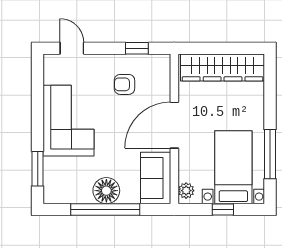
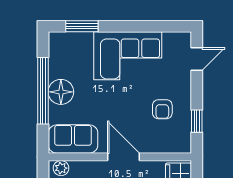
armchair: (124, 84) -> (162, 109), turned 180
door: (174, 125) -> (124, 157), width x0.73

